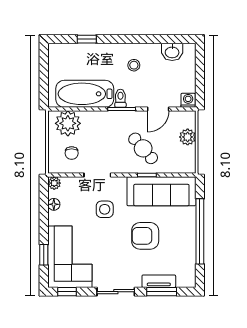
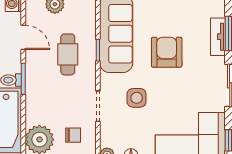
cafe table: (143, 148) -> (68, 54), turned -49
armchair: (145, 236) -> (167, 52), turned 180

